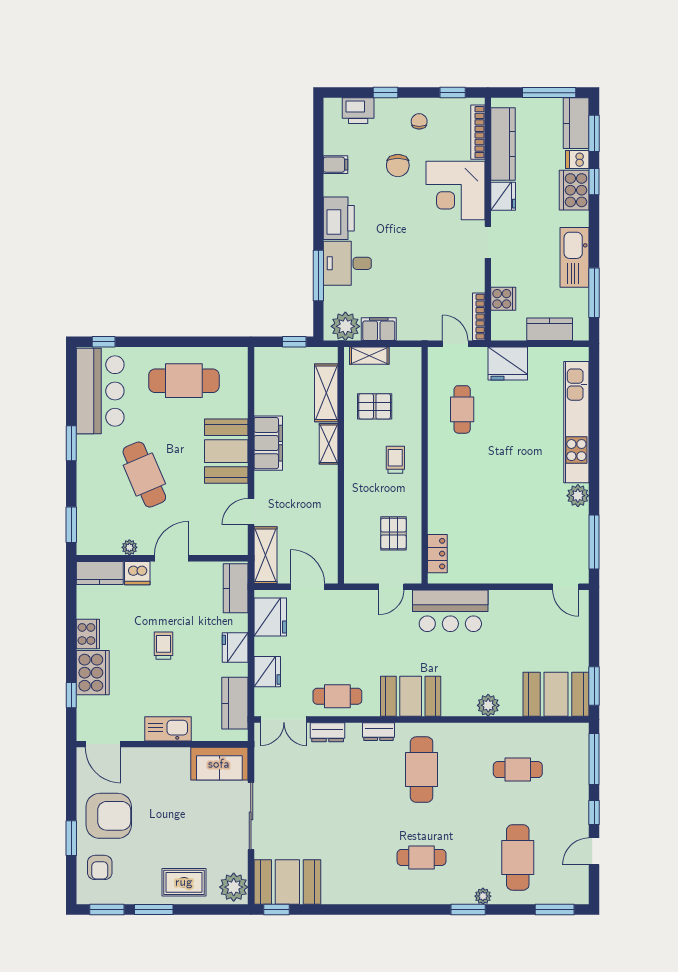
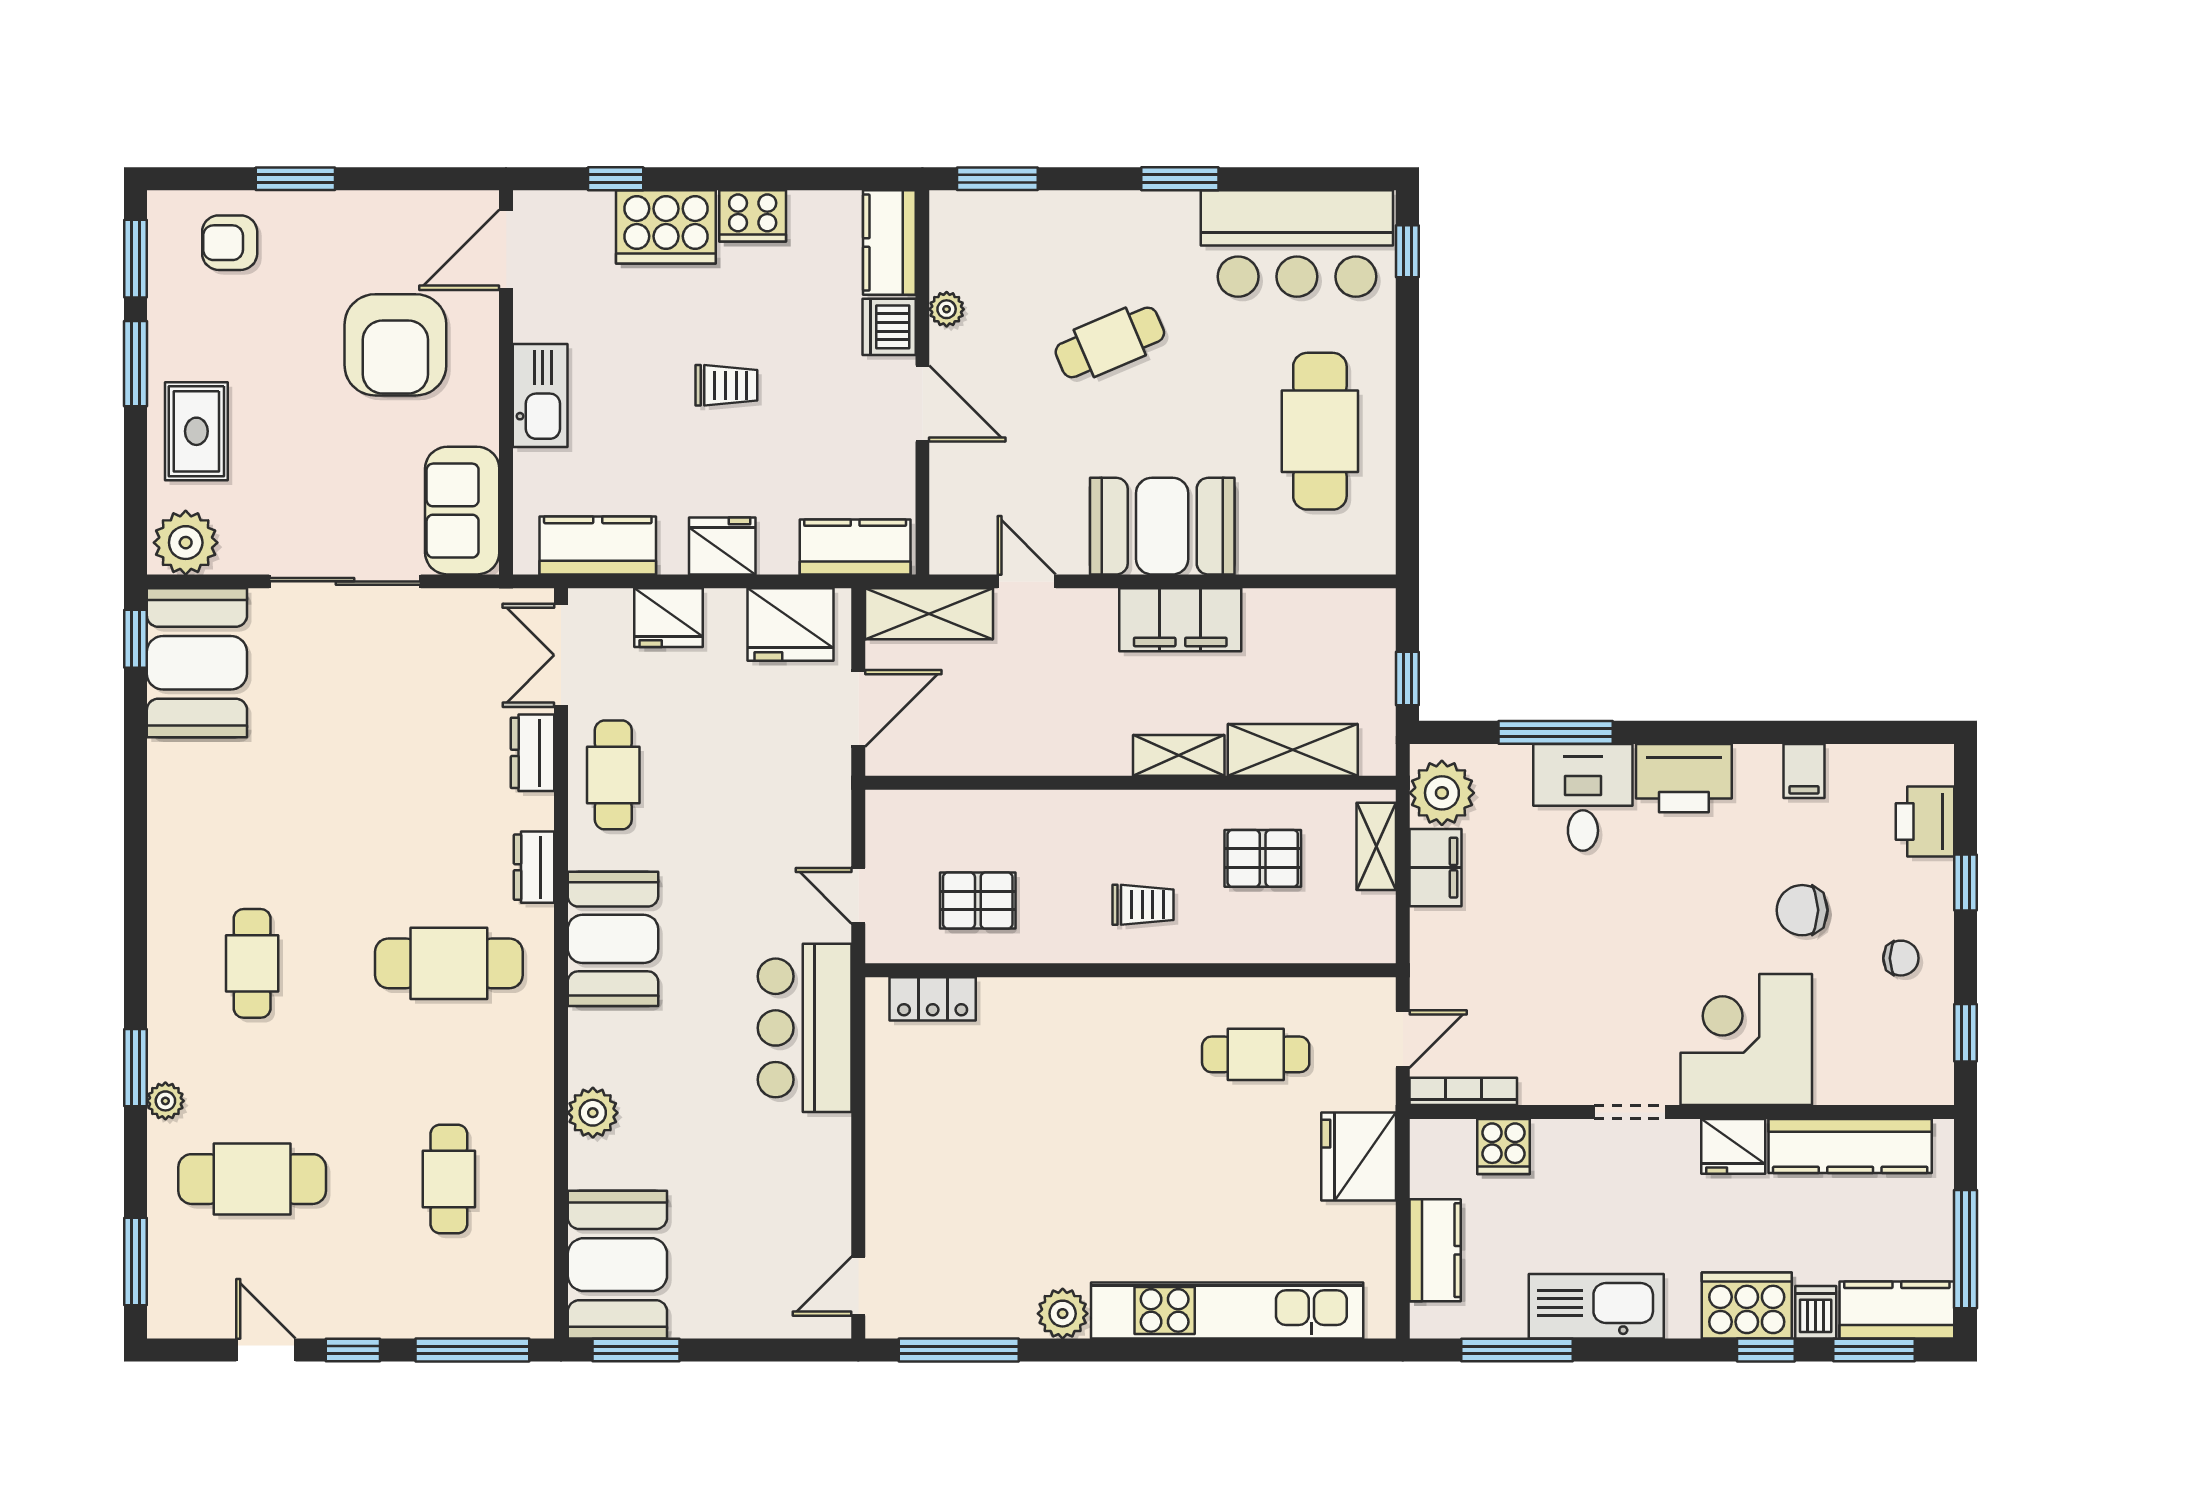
bookcase: (478, 132) -> (1877, 1090), removed
pallet: (375, 406) -> (1263, 858), turned 90
cafe table: (144, 475) -> (1110, 342), width x0.73, depth x0.74
armchair: (109, 816) -> (395, 345), moved

